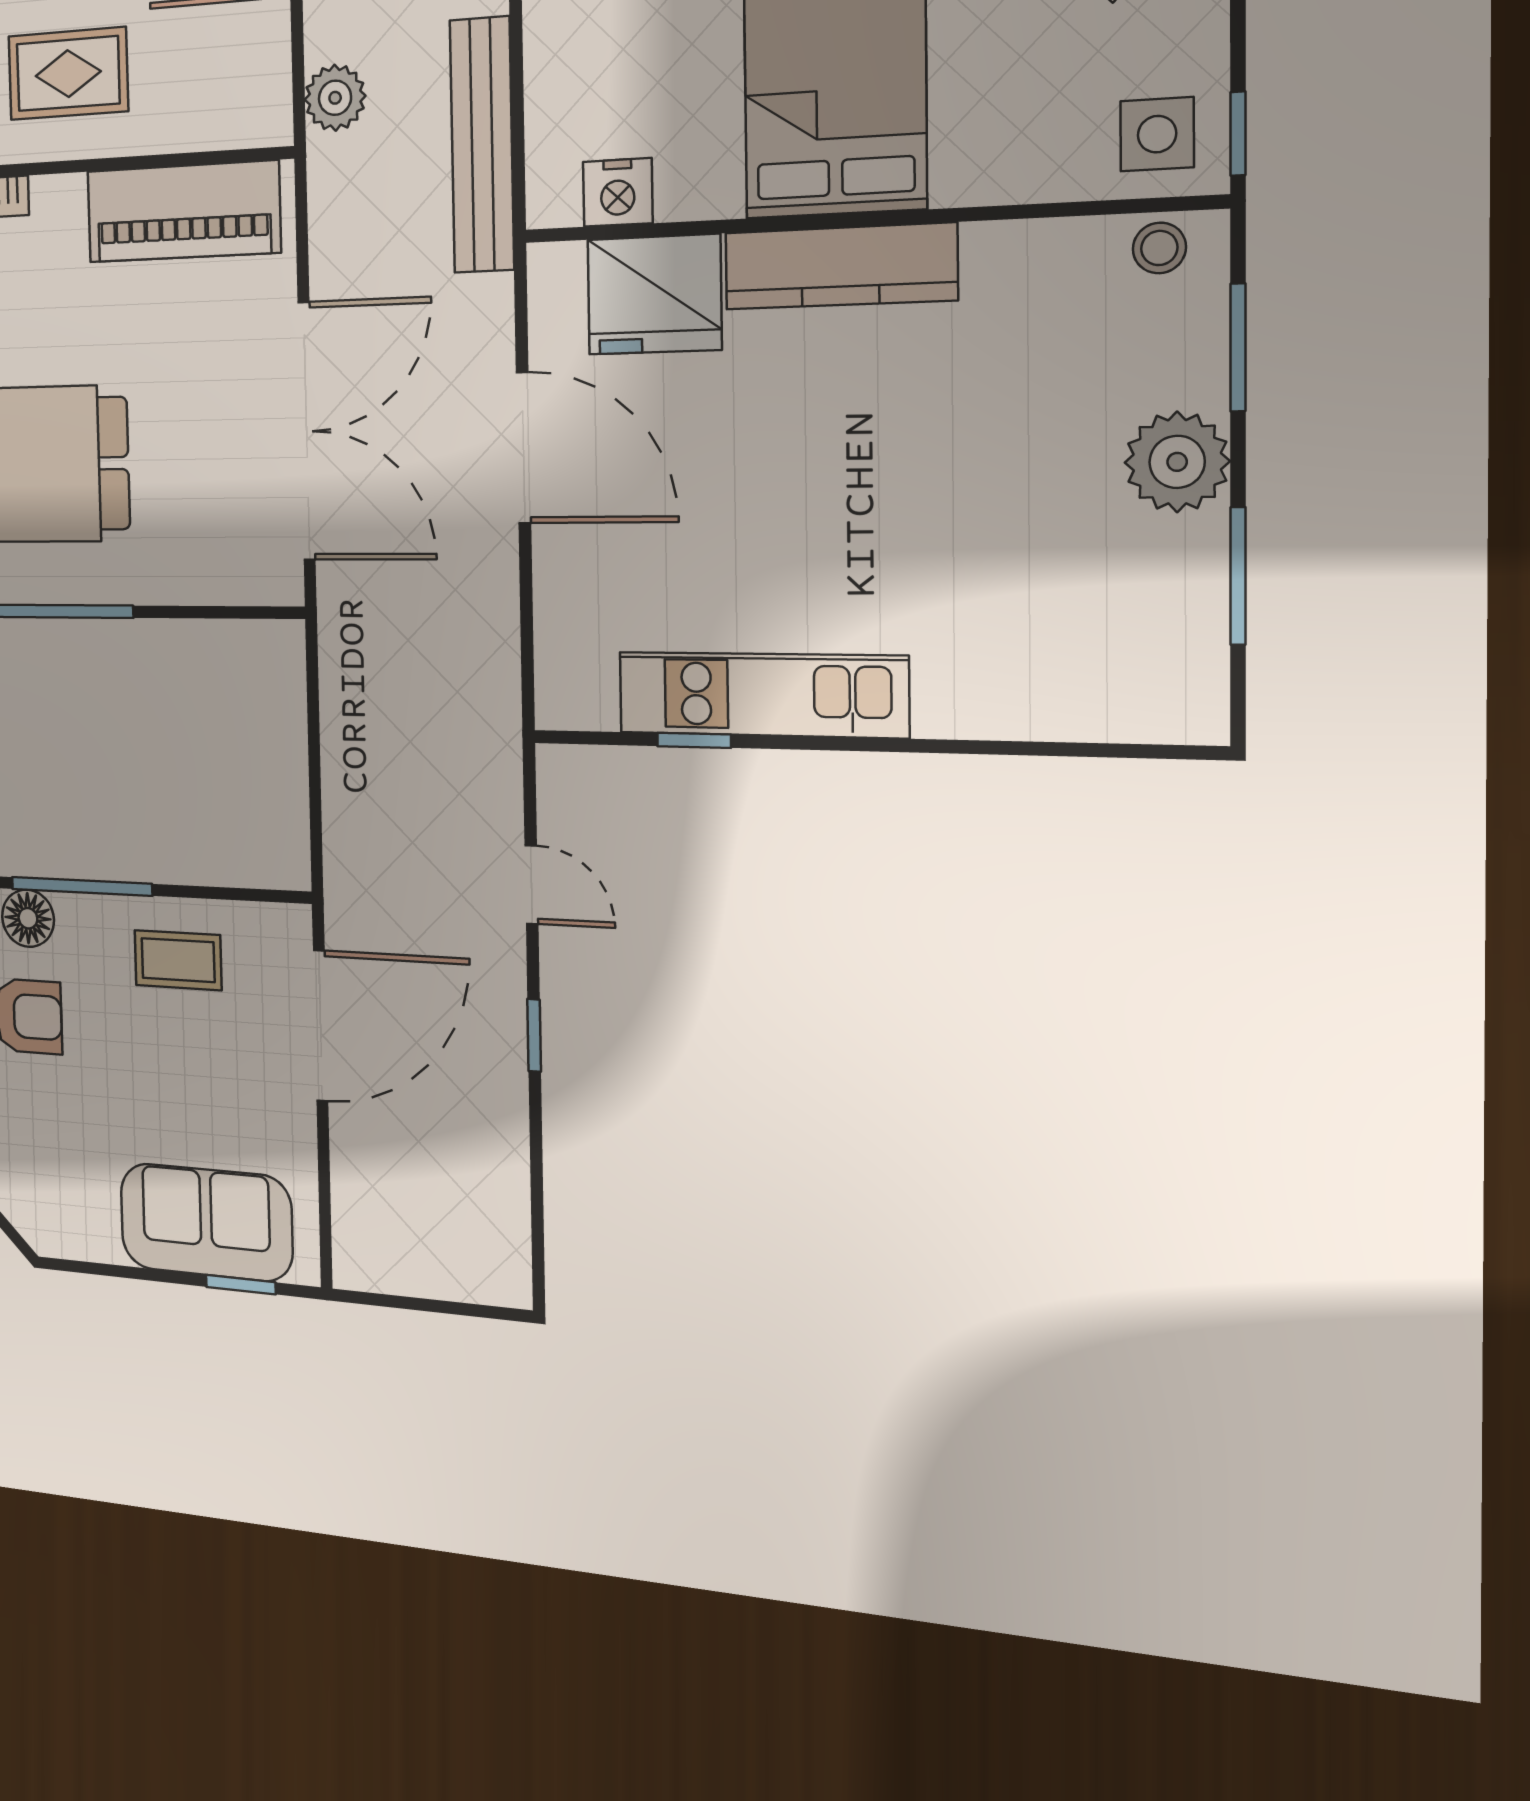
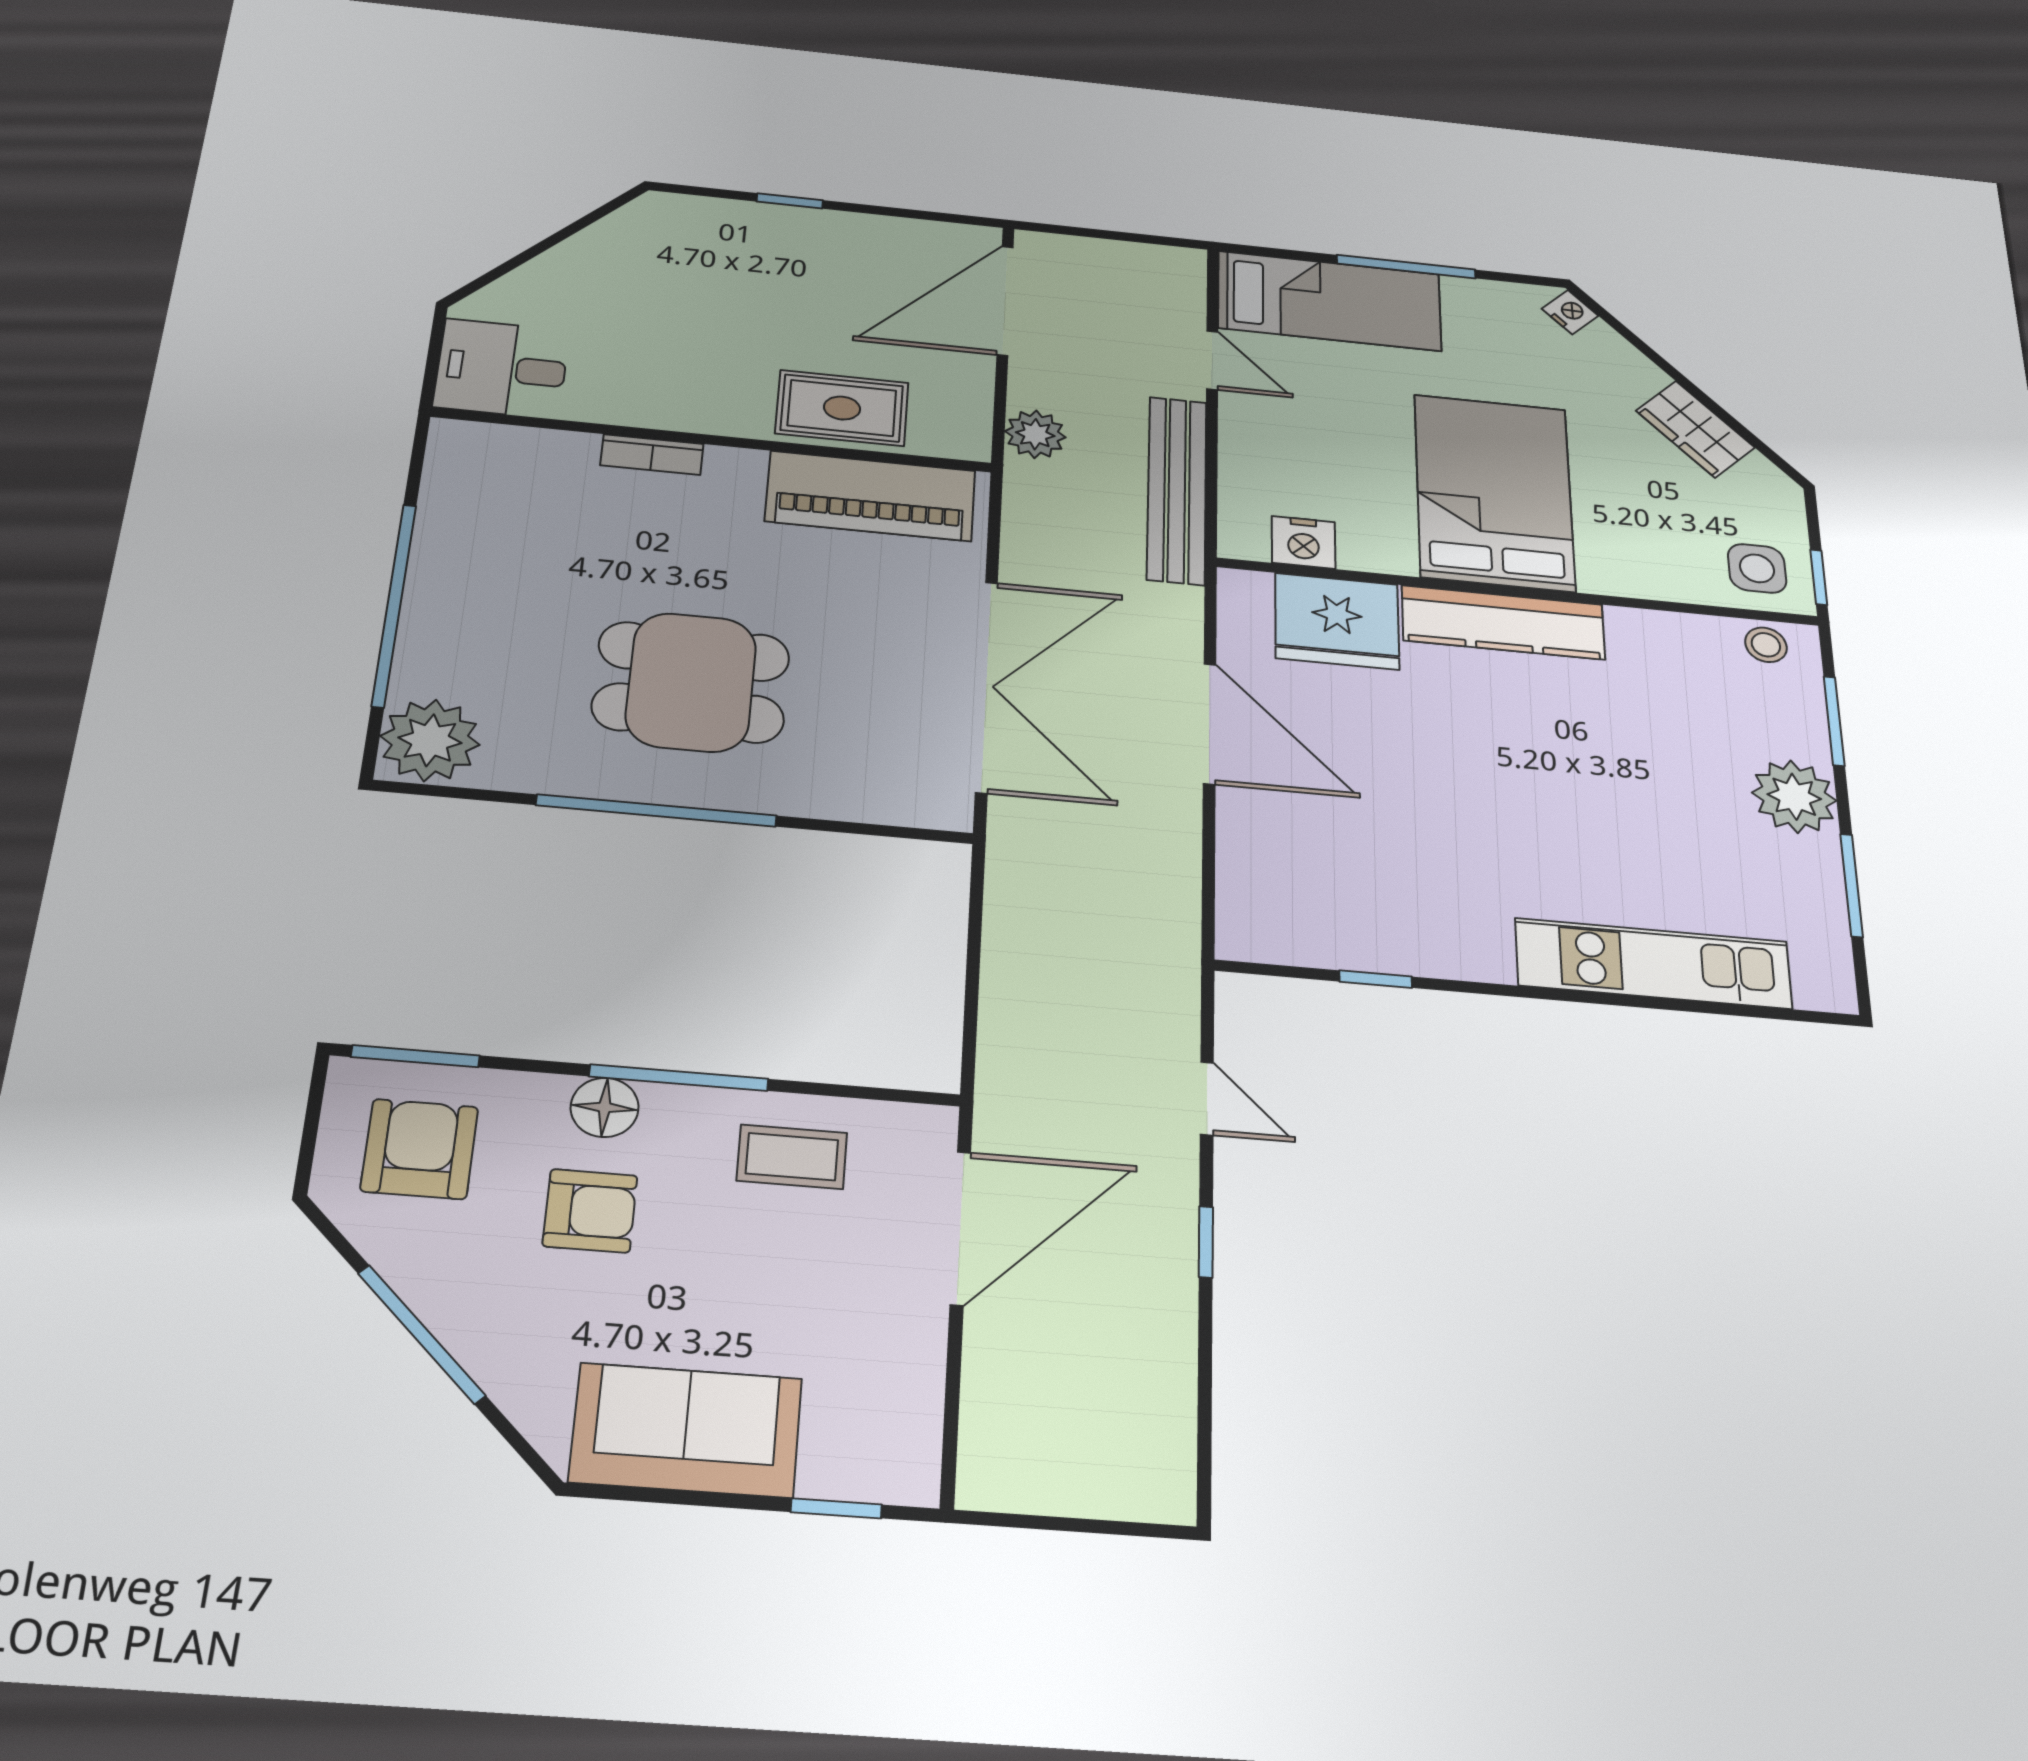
rug: (68, 74) -> (842, 408), moved
kitchen unit: (762, 695) -> (1654, 963), moved
sofa: (206, 1222) -> (686, 1430), moved

